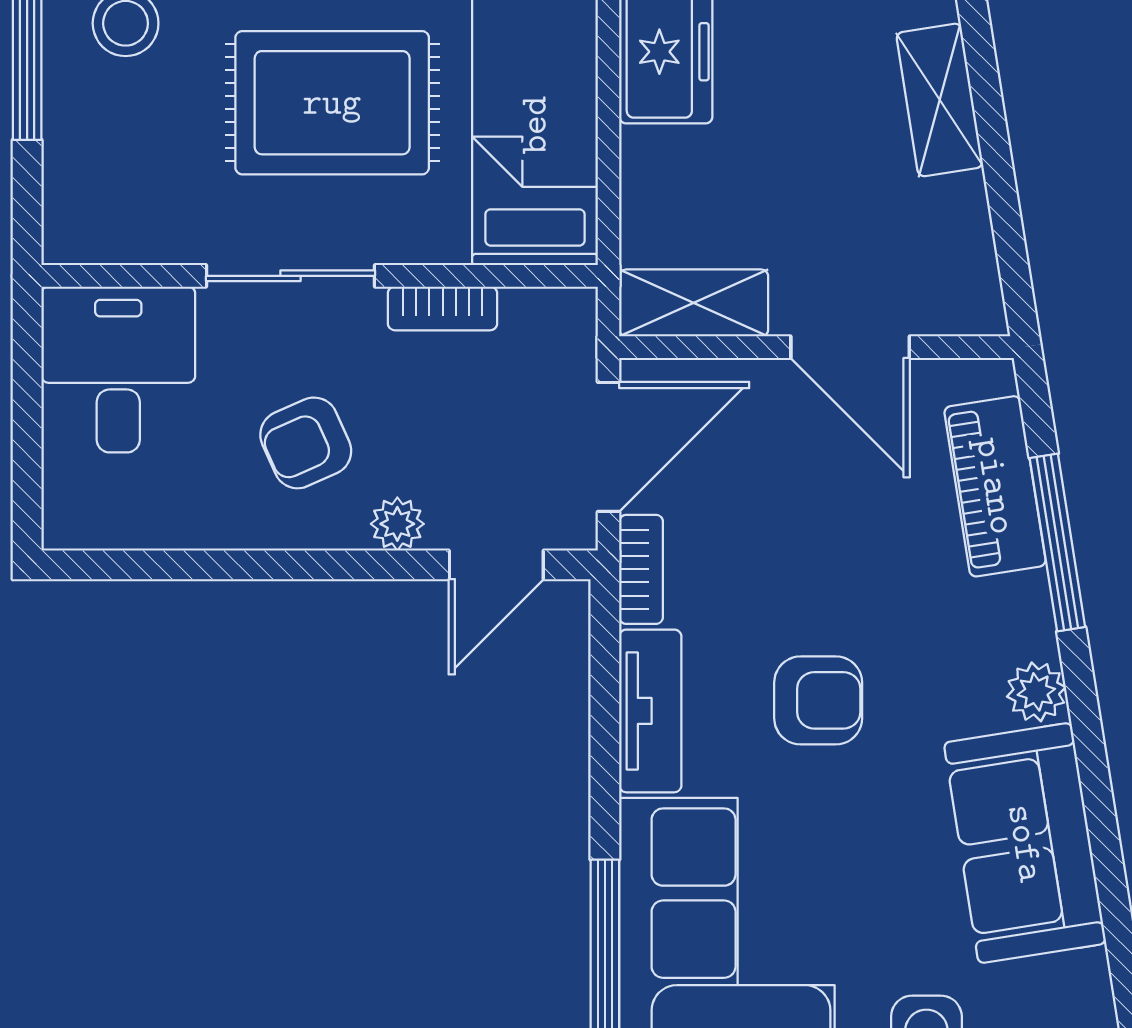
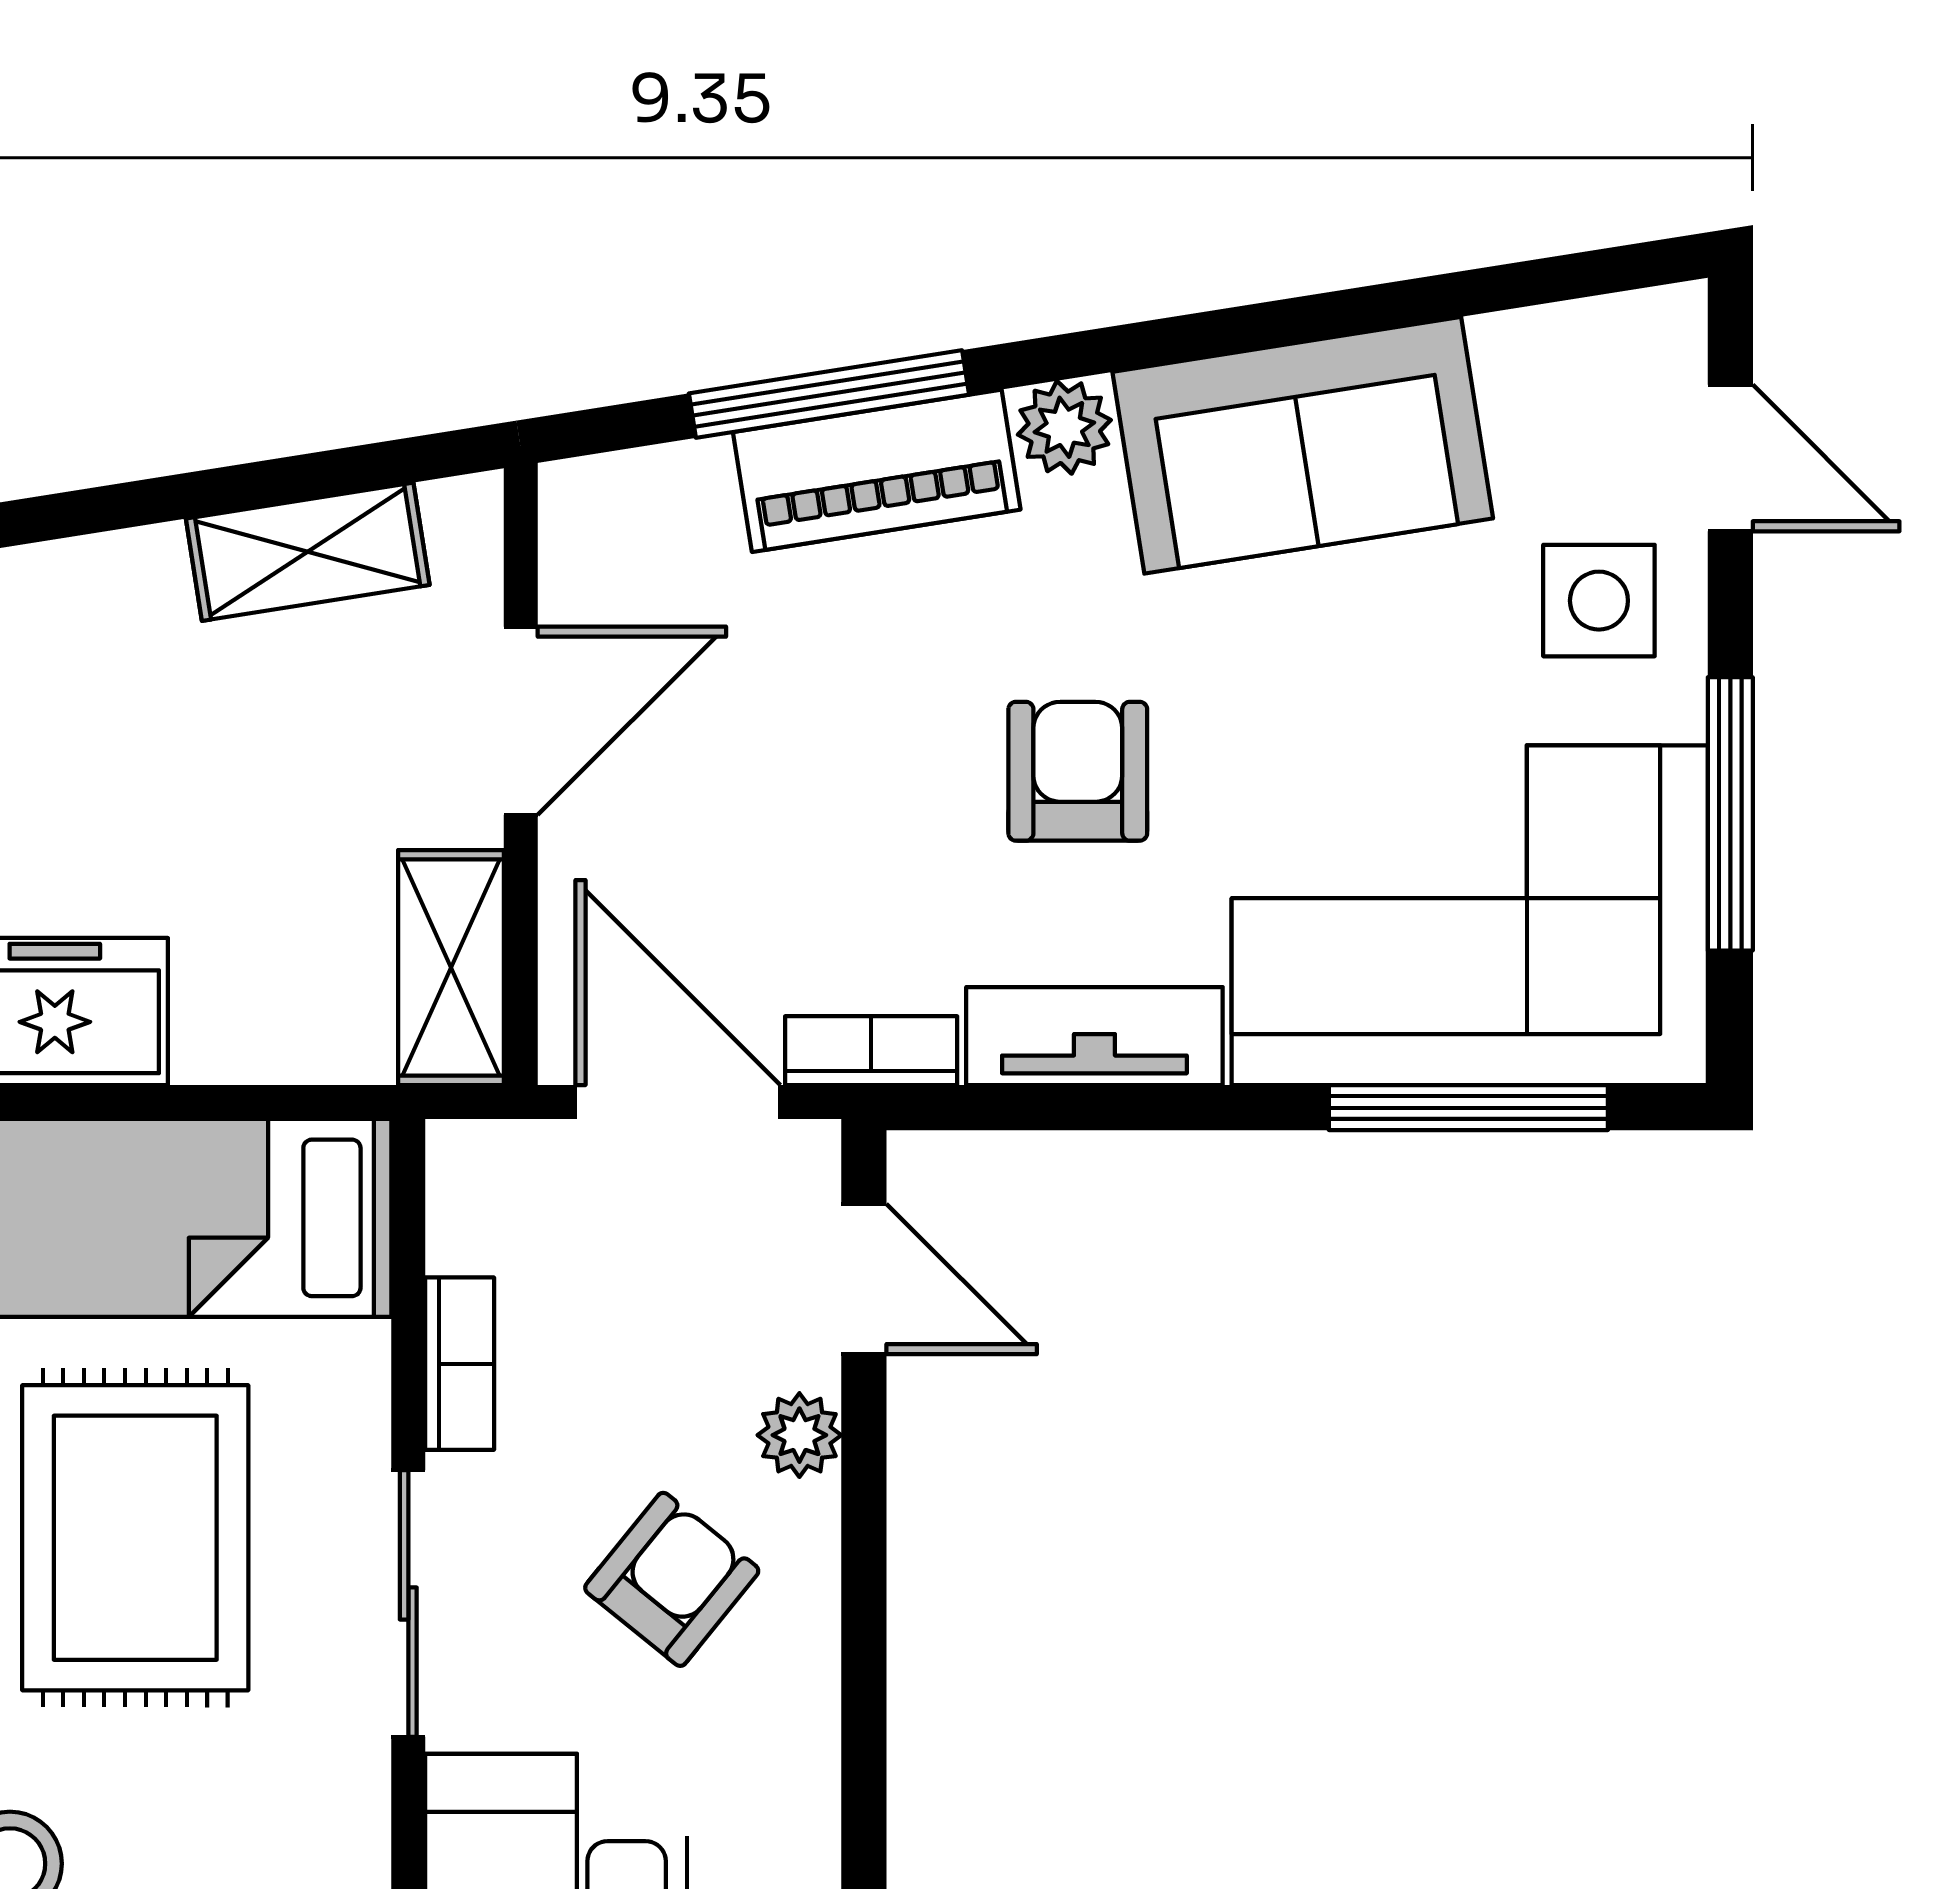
shelving: (940, 100) -> (308, 552), moved
armchair: (306, 443) -> (672, 1579), turned -117
piano: (995, 486) -> (877, 471), moved

